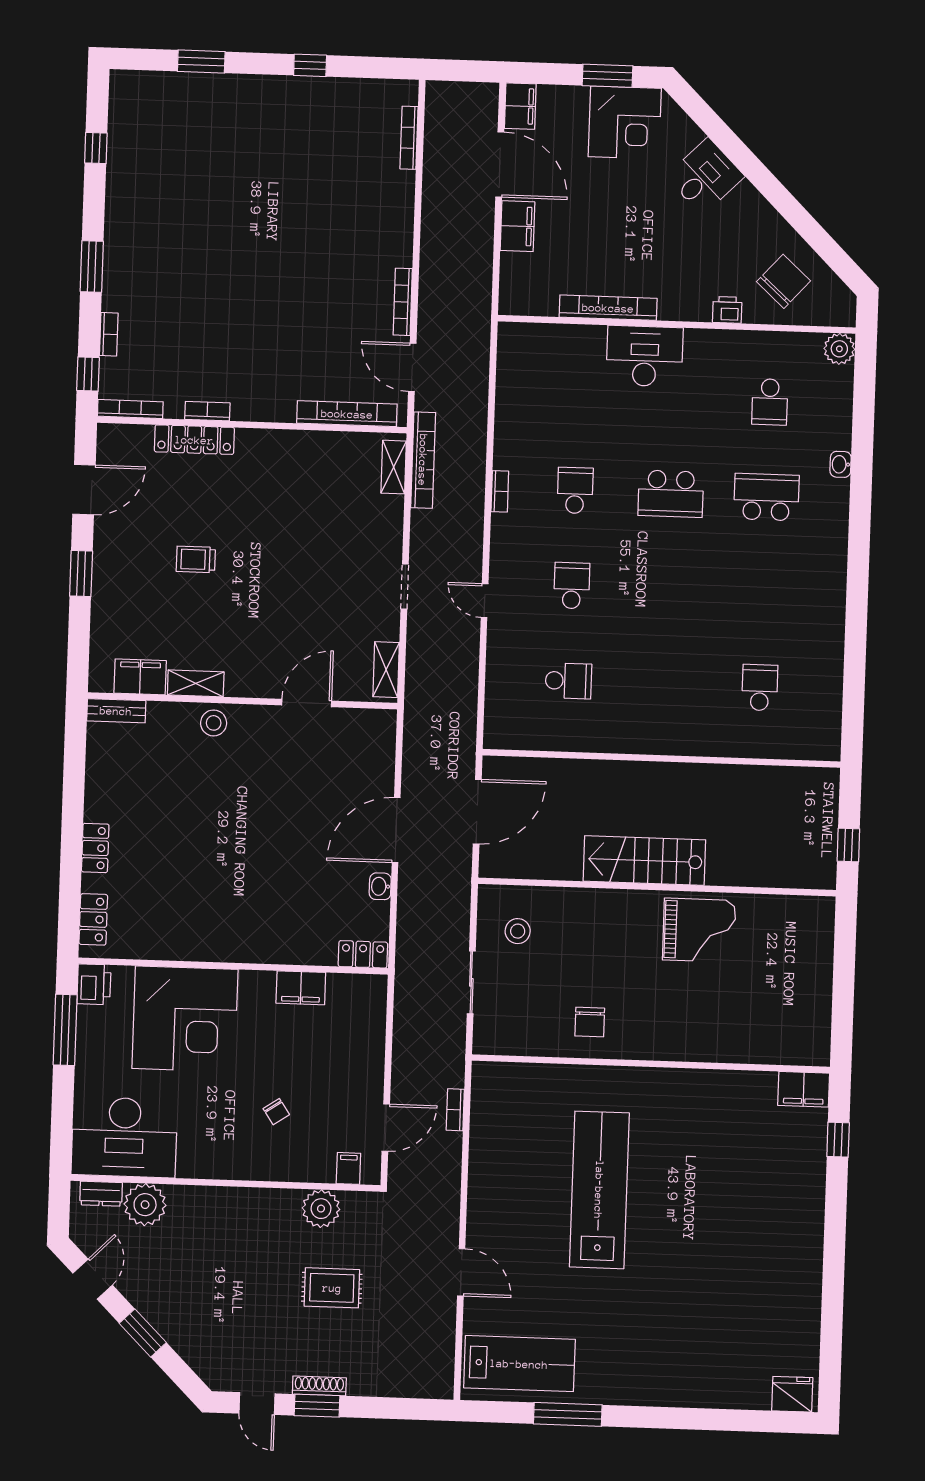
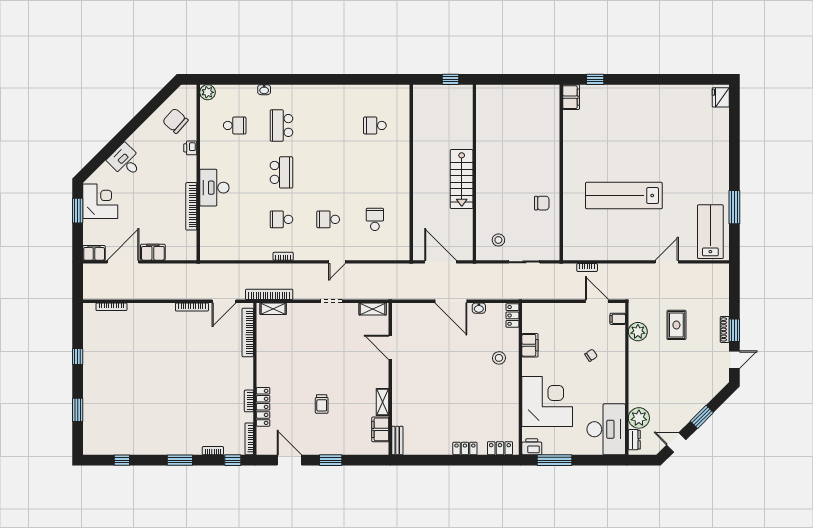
stool: (214, 723) -> (499, 358), moved
grand piano: (699, 930) -> (495, 151), removed

